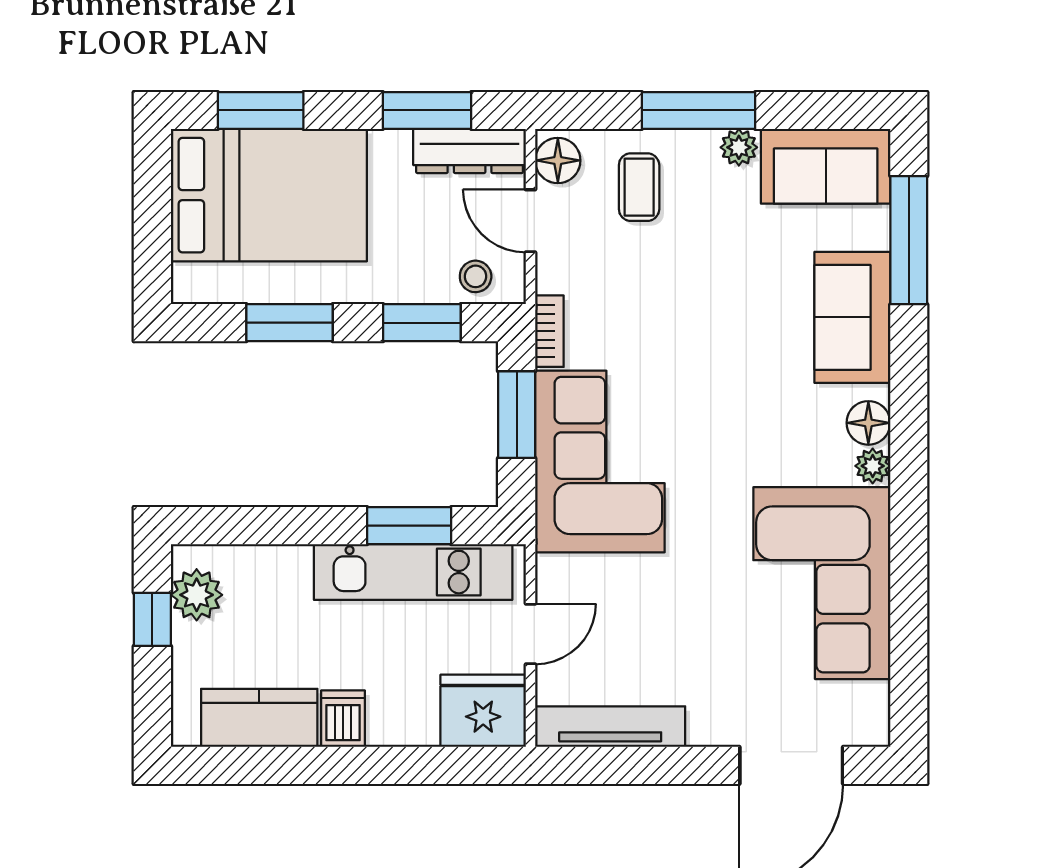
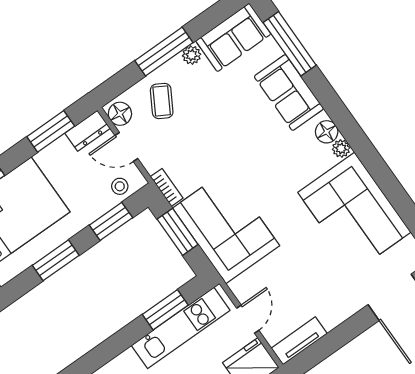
dresser: (470, 151) -> (88, 131), width x0.70
coffee table: (639, 187) -> (162, 101), turned 30
tv unit: (610, 727) -> (299, 341), width x0.71

